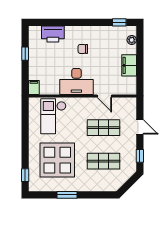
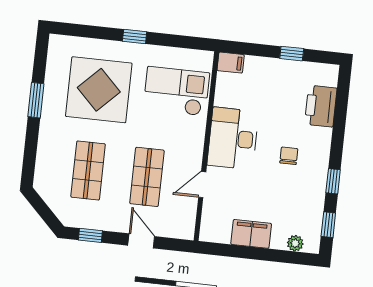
window: (94, 22) -> (333, 181), added
door: (140, 127) -> (141, 241), swing flipped
window: (25, 175) -> (135, 36), moved

